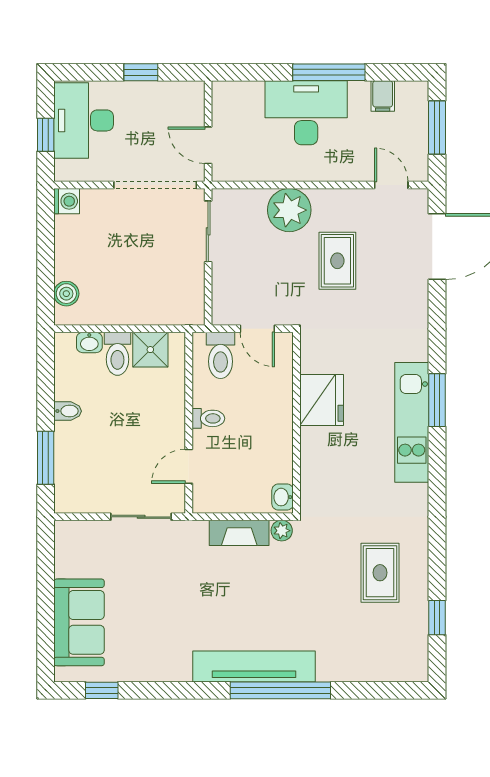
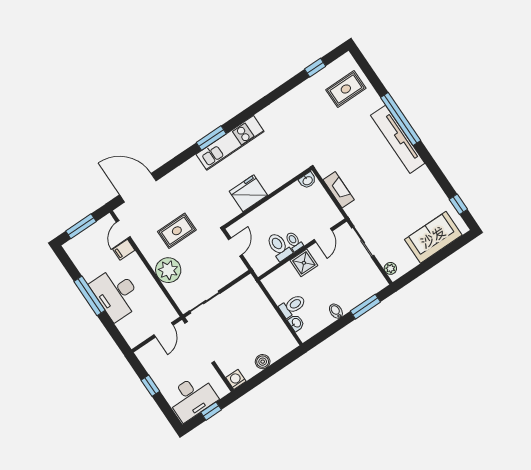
filing cabinet: (383, 96) -> (124, 250), moved, turned 180
boiler: (66, 294) -> (263, 362), moved
shower: (150, 350) -> (304, 263), moved
toilet: (220, 355) -> (279, 247), moved, turned -90
door: (189, 466) -> (323, 235), hinge flipped
plant: (282, 531) -> (390, 268), moved
rug: (380, 573) -> (346, 89), moved

